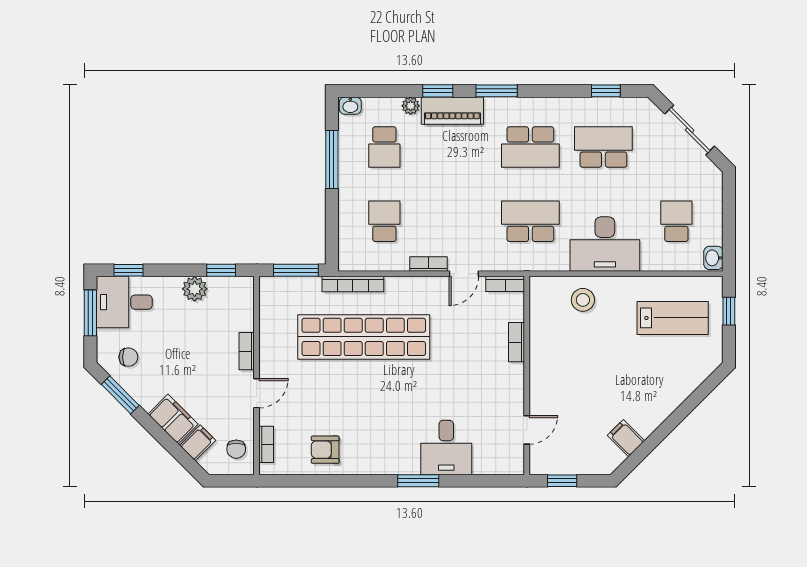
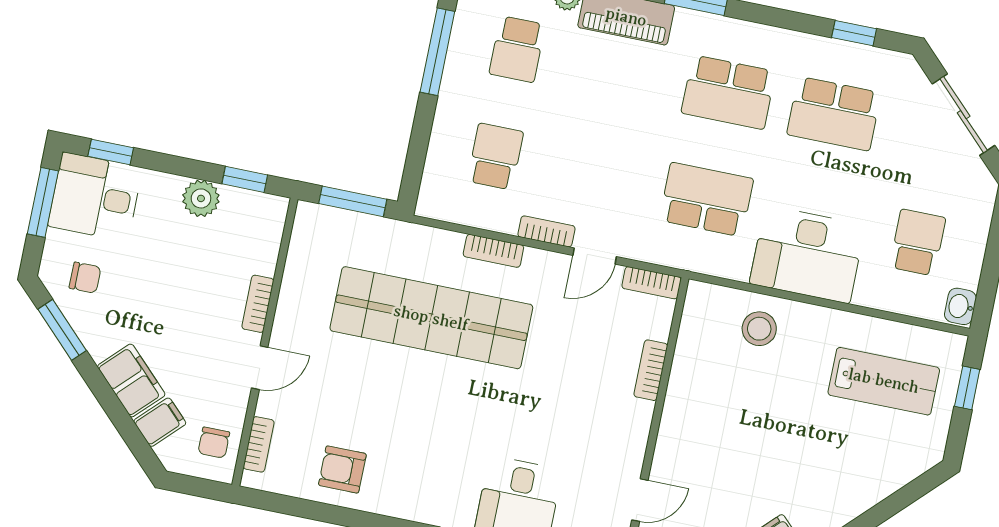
school desk: (603, 147) -> (834, 114), turned 180
bookcase: (353, 284) -> (493, 251), moved, width x0.64

